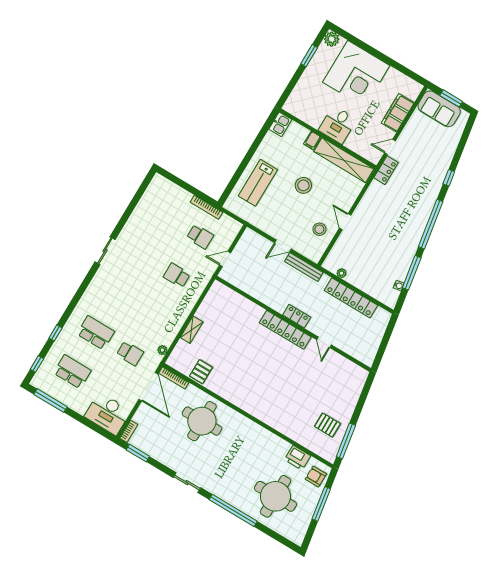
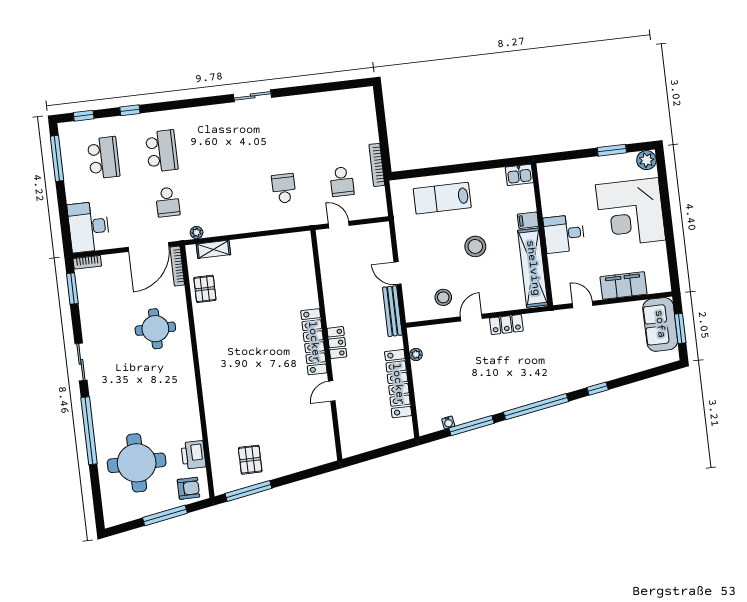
locker: (386, 170) -> (506, 325), moved
shelving: (192, 330) -> (213, 249), moved
pallet: (201, 372) -> (205, 289), turned 90
round table: (202, 421) -> (155, 329), width x0.73, depth x0.73
armchair: (316, 477) -> (188, 488), turned 90

